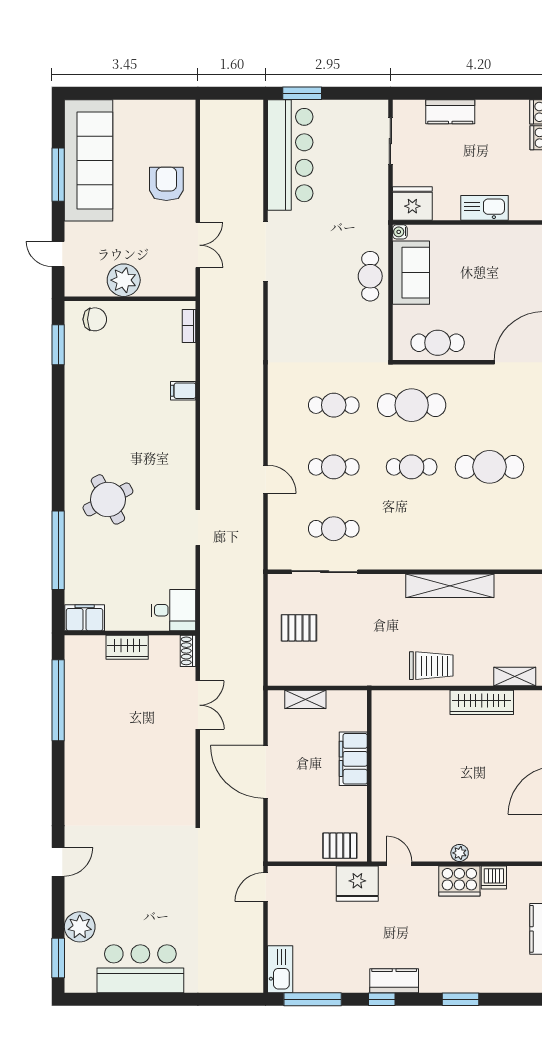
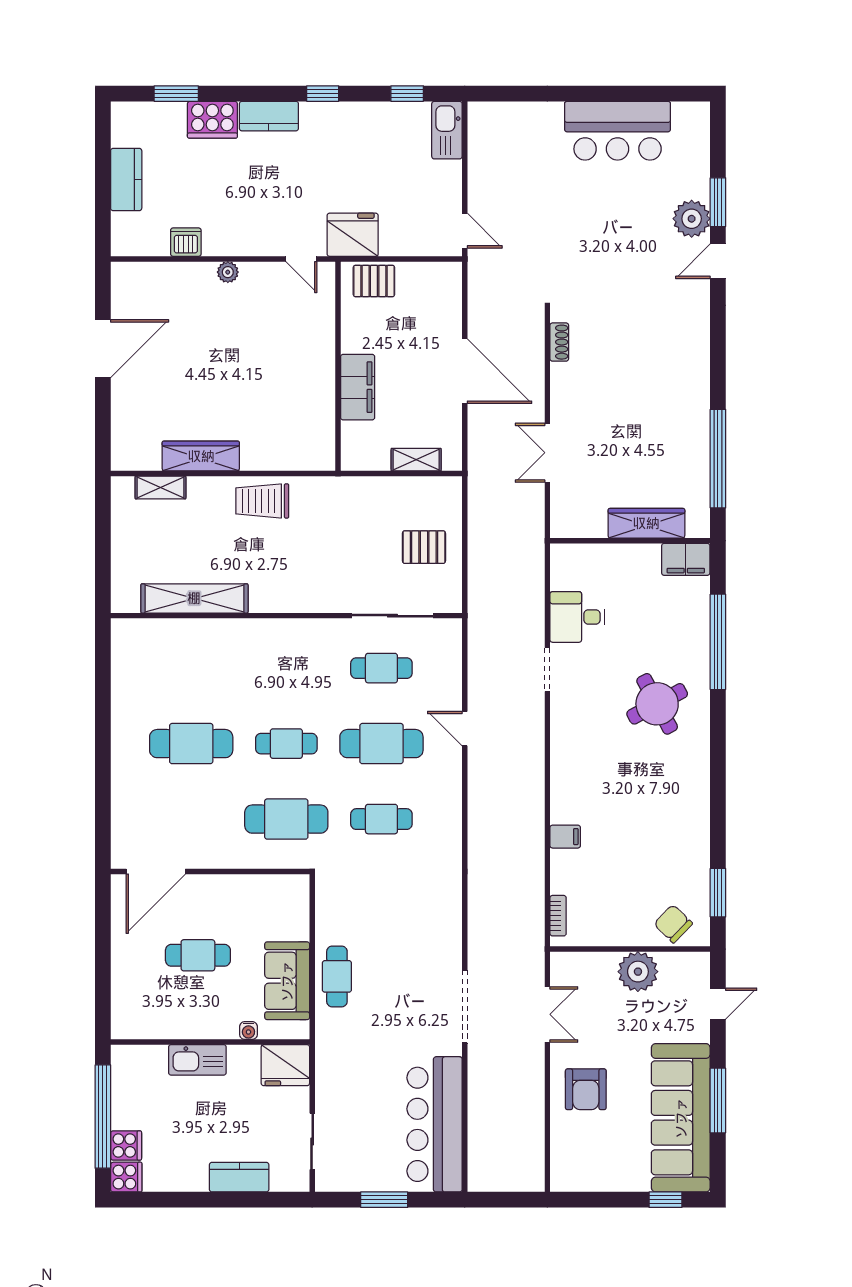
window: (101, 93) -> (666, 1200), added
window: (302, 93) -> (384, 1200), moved
water cooler: (400, 232) -> (248, 1031), moved, turned 90
double door: (198, 245) -> (547, 1014), swing flipped
door: (58, 254) -> (718, 1004), hinge flipped
chair: (95, 319) -> (673, 924), turned 44
cafe table: (438, 343) -> (198, 955), moved
cafe table: (334, 467) -> (381, 744), width x1.37, depth x1.35
shelving: (450, 586) -> (194, 598), moved
desk: (173, 610) -> (577, 617), moved
wardrobe: (127, 647) -> (646, 523), width x1.50
shoe rack: (188, 651) -> (559, 342), moved
cooker: (459, 881) -> (212, 120), moved, turned 180
door: (266, 887) -> (465, 231), hinge flipped
plant: (80, 927) -> (692, 219), moved
window: (58, 958) -> (718, 202), moved
kitchen counter: (394, 981) -> (269, 116), moved
window: (313, 999) -> (407, 94), width x0.46
window: (461, 999) -> (176, 94), moved

